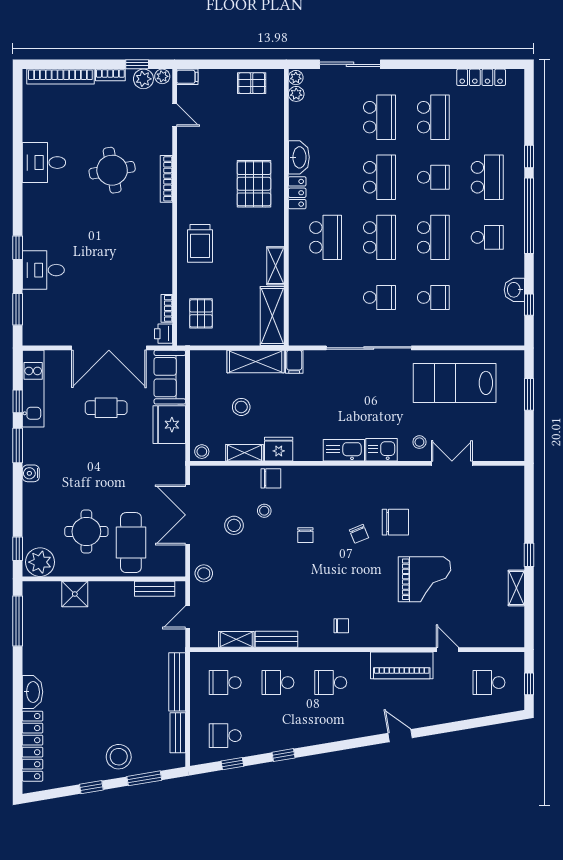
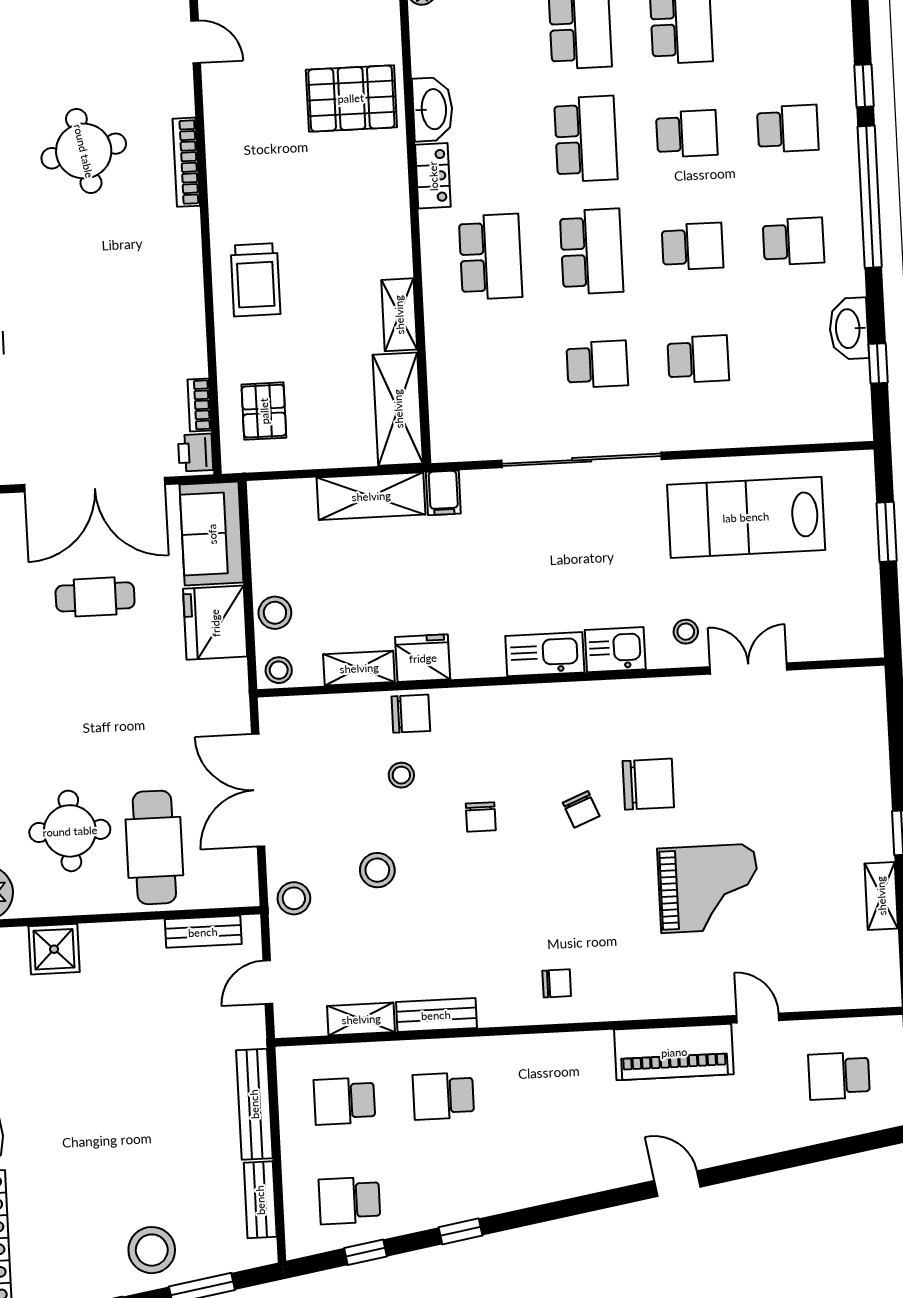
school desk: (487, 177) -> (788, 129), width x0.54
pallet: (254, 184) -> (351, 98), moved, turned 90
school desk: (433, 237) -> (692, 246), width x0.54
washbasin: (514, 290) -> (849, 329), width x1.38
stool: (241, 407) -> (275, 613), moved
stool: (234, 525) -> (377, 870), moved
school desk: (331, 683) -> (542, 1091), removed

